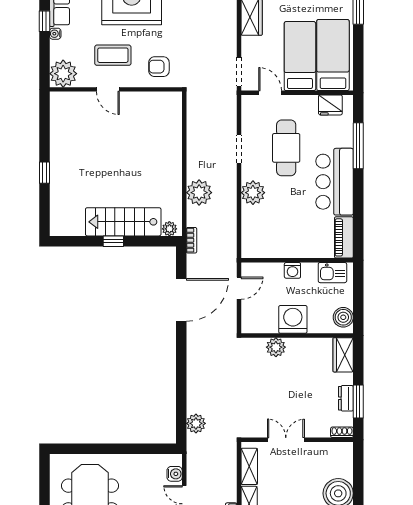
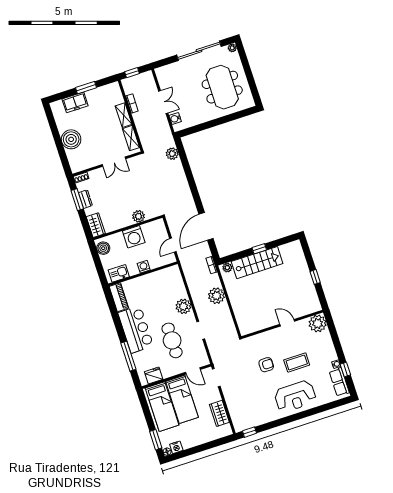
plant: (63, 74) -> (318, 323), moved
door: (108, 89) -> (287, 323), moved
wall: (116, 89) -> (282, 324), moved

